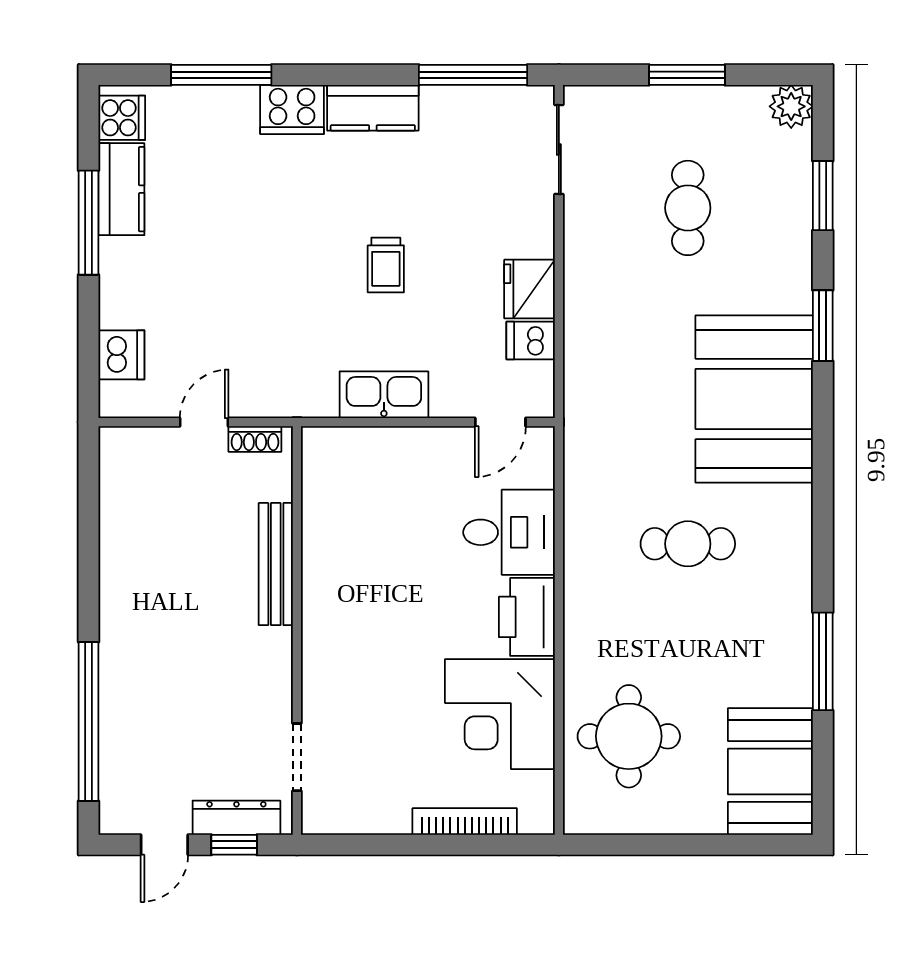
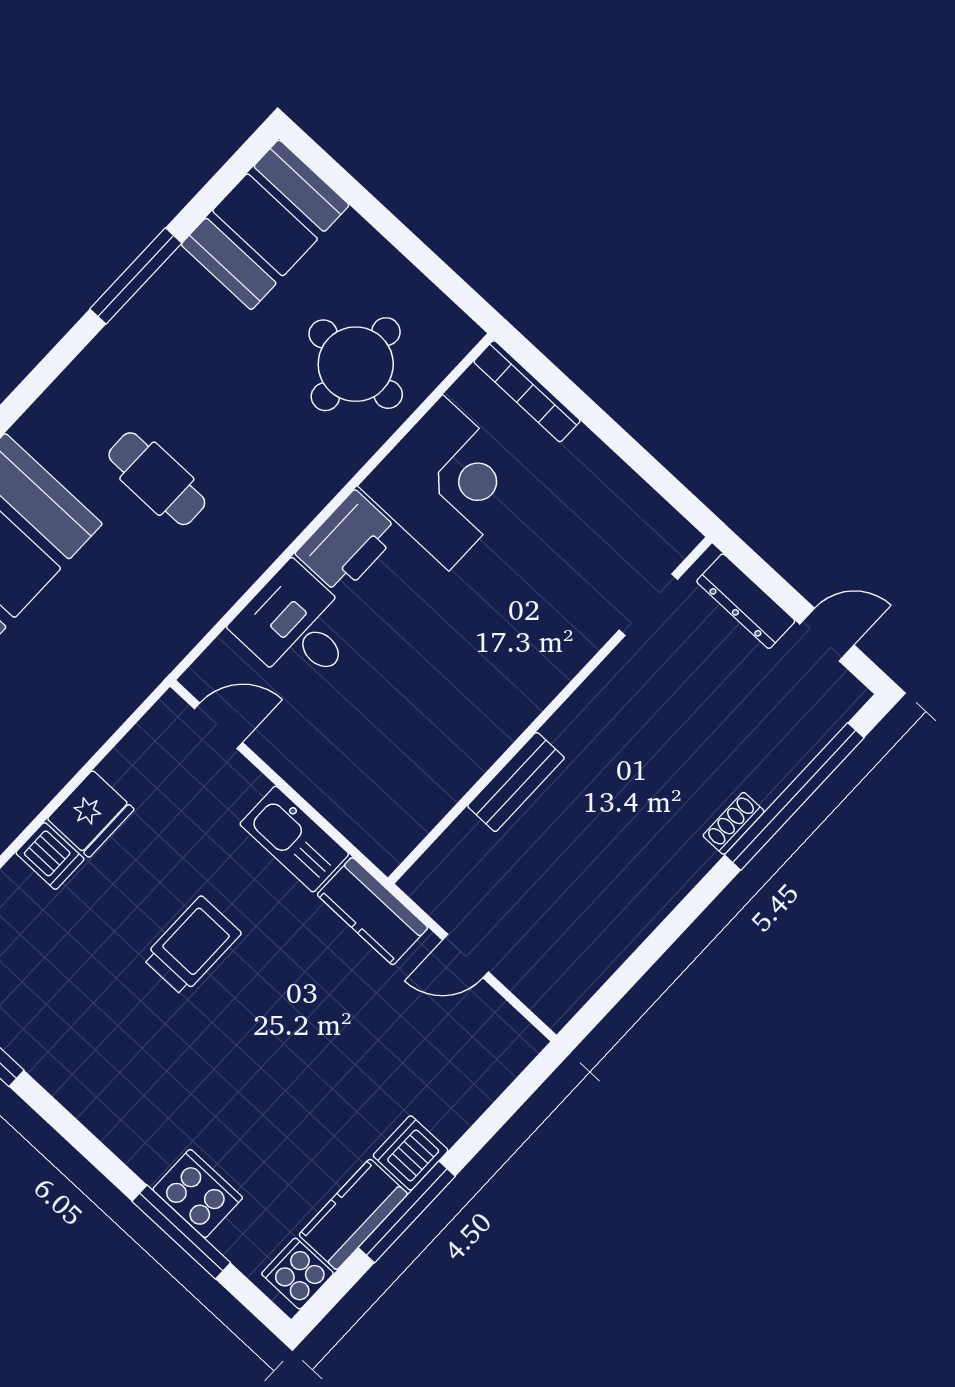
kitchen counter: (373, 108) -> (372, 911), moved, turned 180
cooker: (292, 109) -> (198, 1194), moved
trolley: (386, 265) -> (192, 946), width x1.36, depth x1.39
dishwasher: (531, 340) -> (50, 856), moved
dishwasher: (121, 355) -> (411, 1153), moved
shoe rack: (255, 439) -> (734, 823), moved, turned -90
bench: (276, 564) -> (516, 782), width x0.73
bookcase: (465, 822) -> (527, 391), moved
window: (234, 845) -> (769, 580), removed

